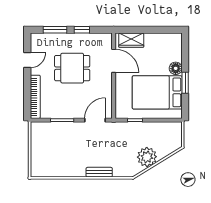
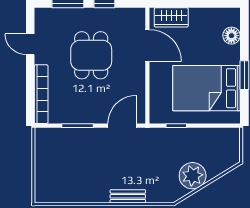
door: (27, 60) -> (30, 44), swing flipped
dining table: (72, 68) -> (91, 55), turned 90
floor lamp: (176, 68) -> (231, 36), moved

